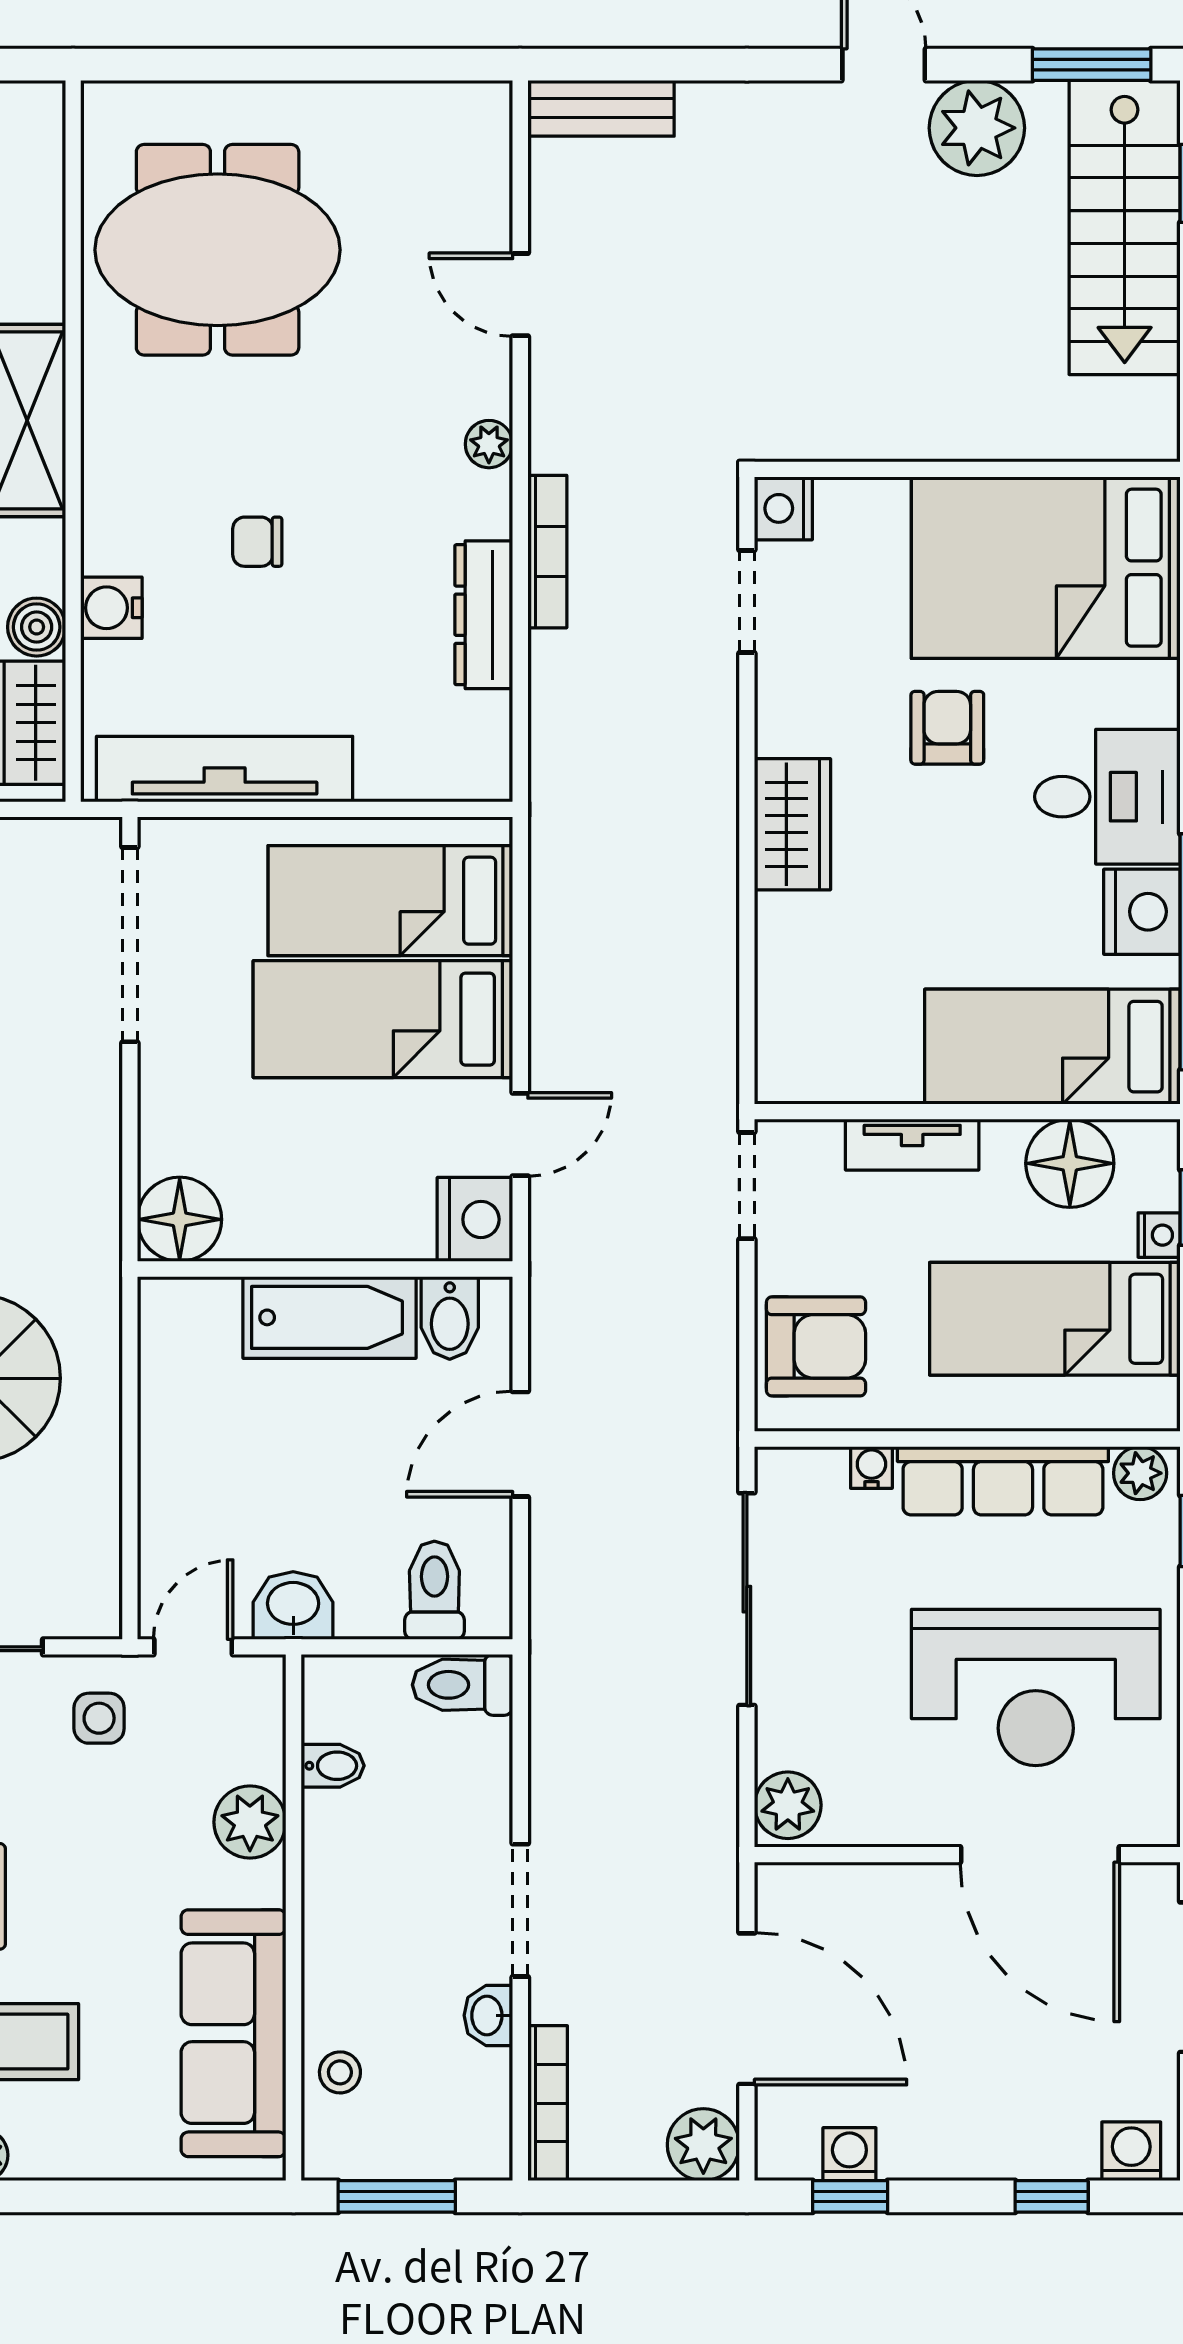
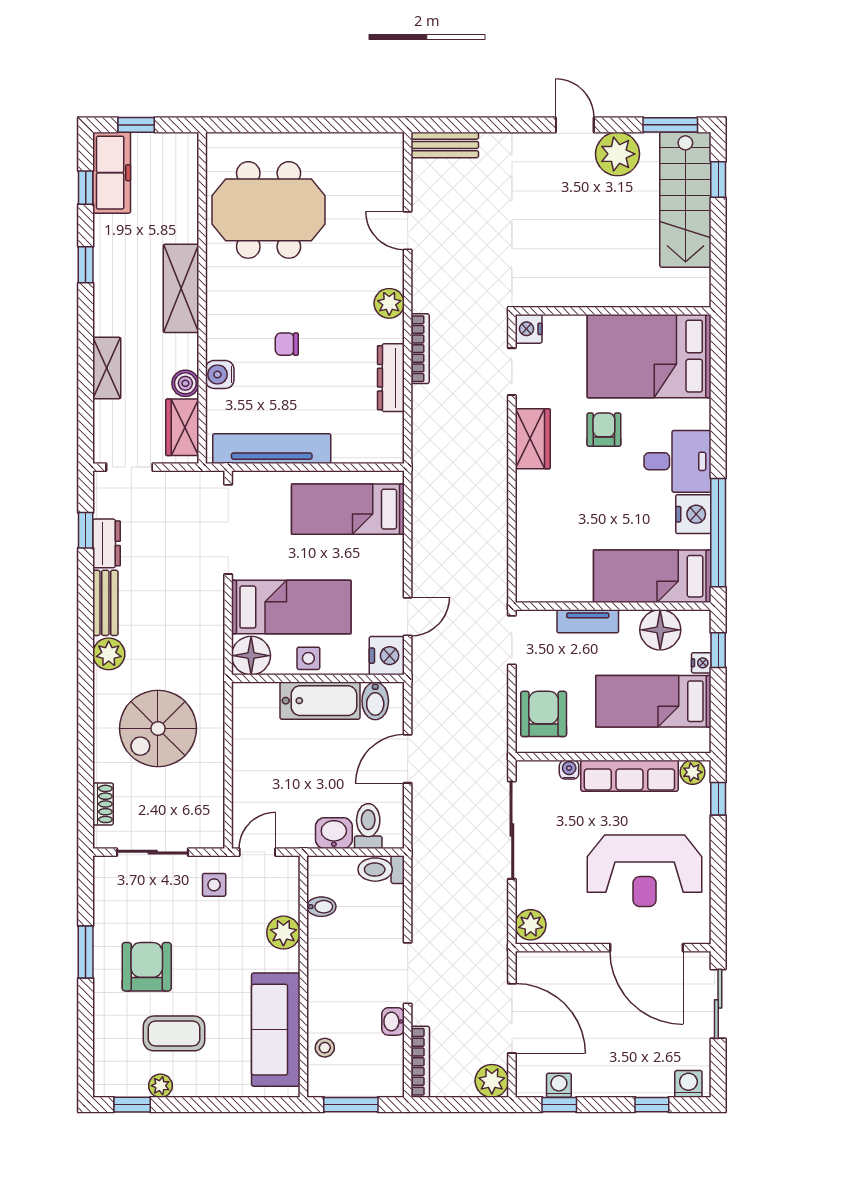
plant: (489, 444) -> (389, 303), width x1.38, depth x1.38
wardrobe: (792, 824) -> (533, 439), moved
bed: (383, 1019) -> (291, 607), moved, turned 180
side table: (304, 1225) -> (308, 658), added
armchair: (816, 1346) -> (544, 714), turned -90
washbasin: (293, 1605) -> (334, 833), moved

